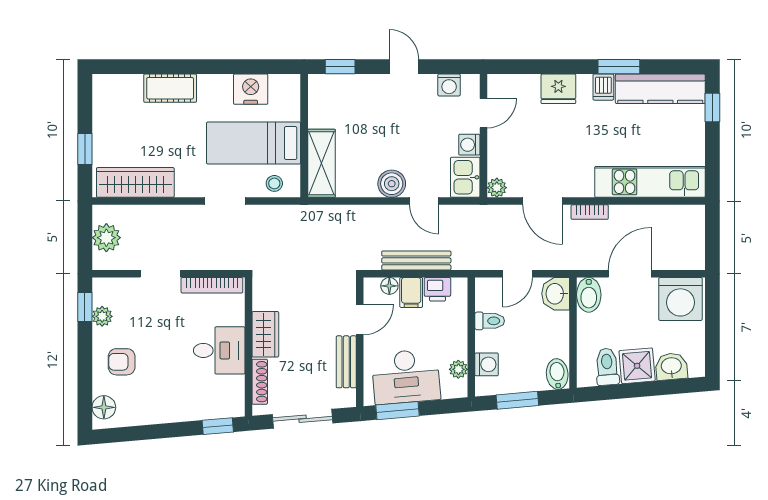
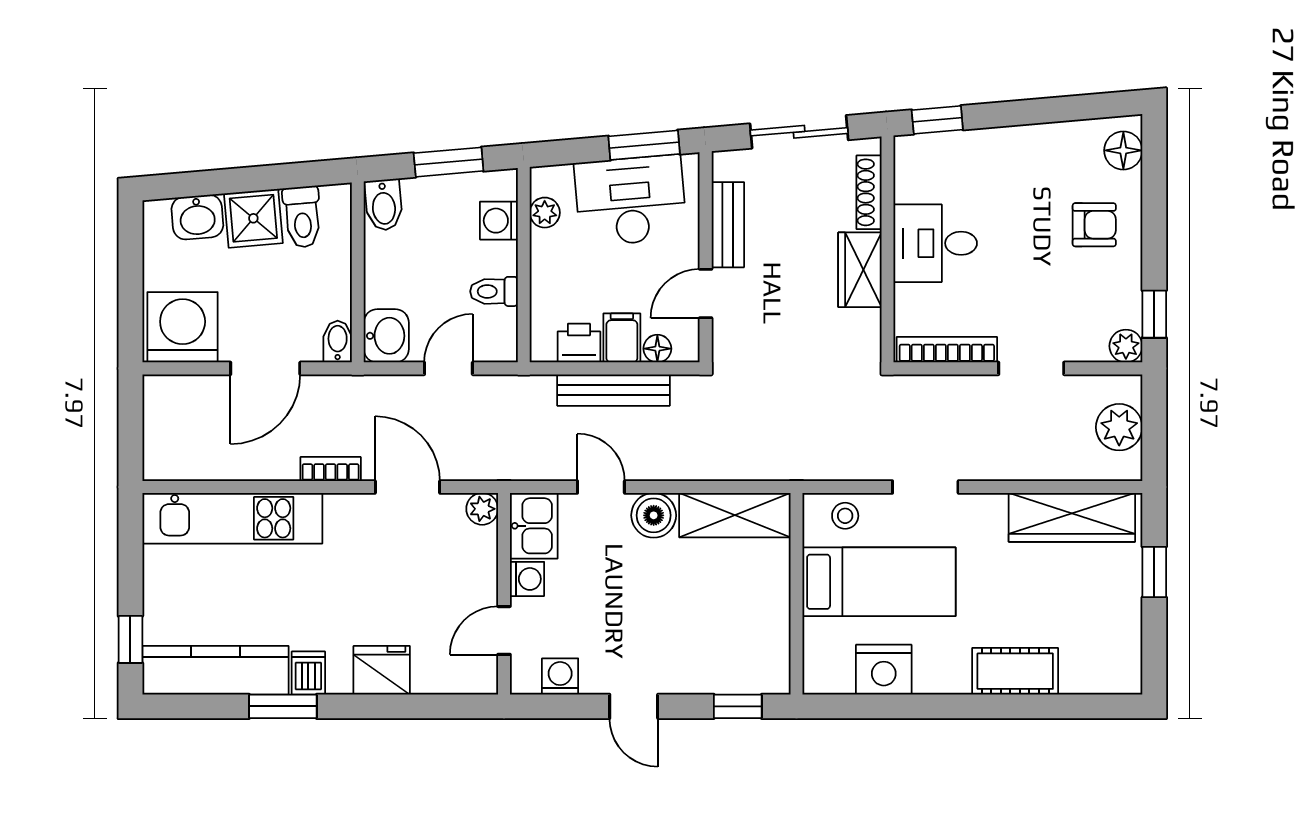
shelving: (321, 163) -> (735, 515), moved, turned 90
bidet: (589, 295) -> (338, 342), width x0.72, depth x0.74
plant: (102, 316) -> (1126, 346), moved

